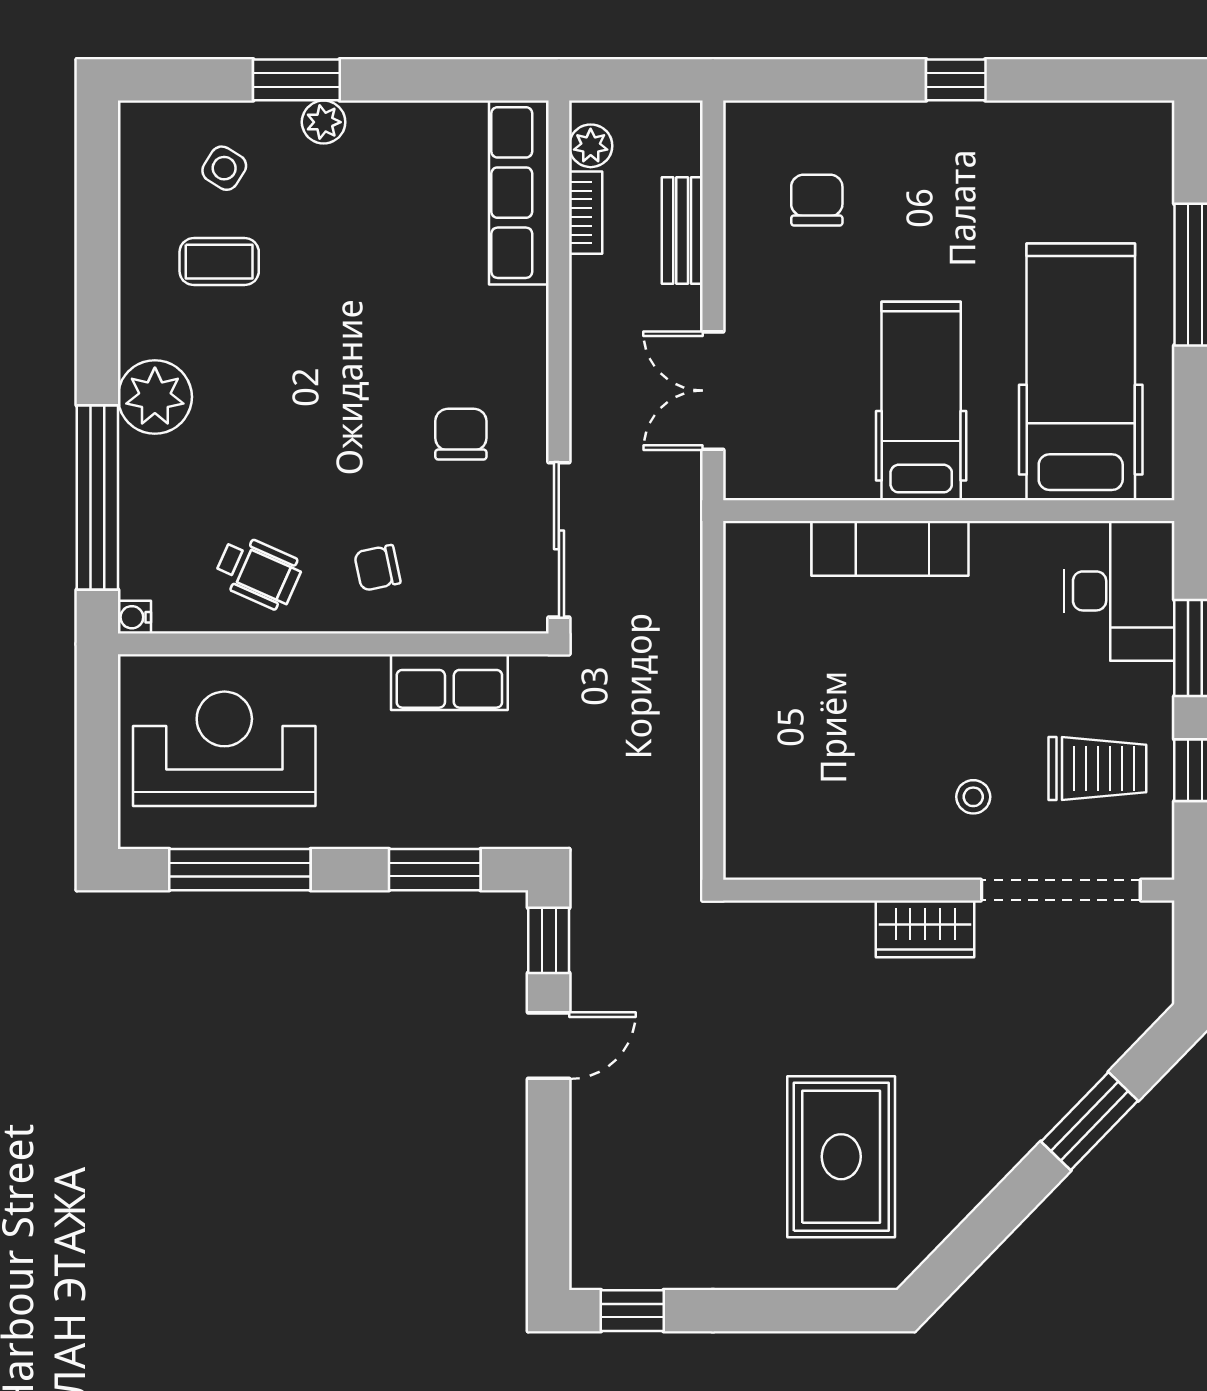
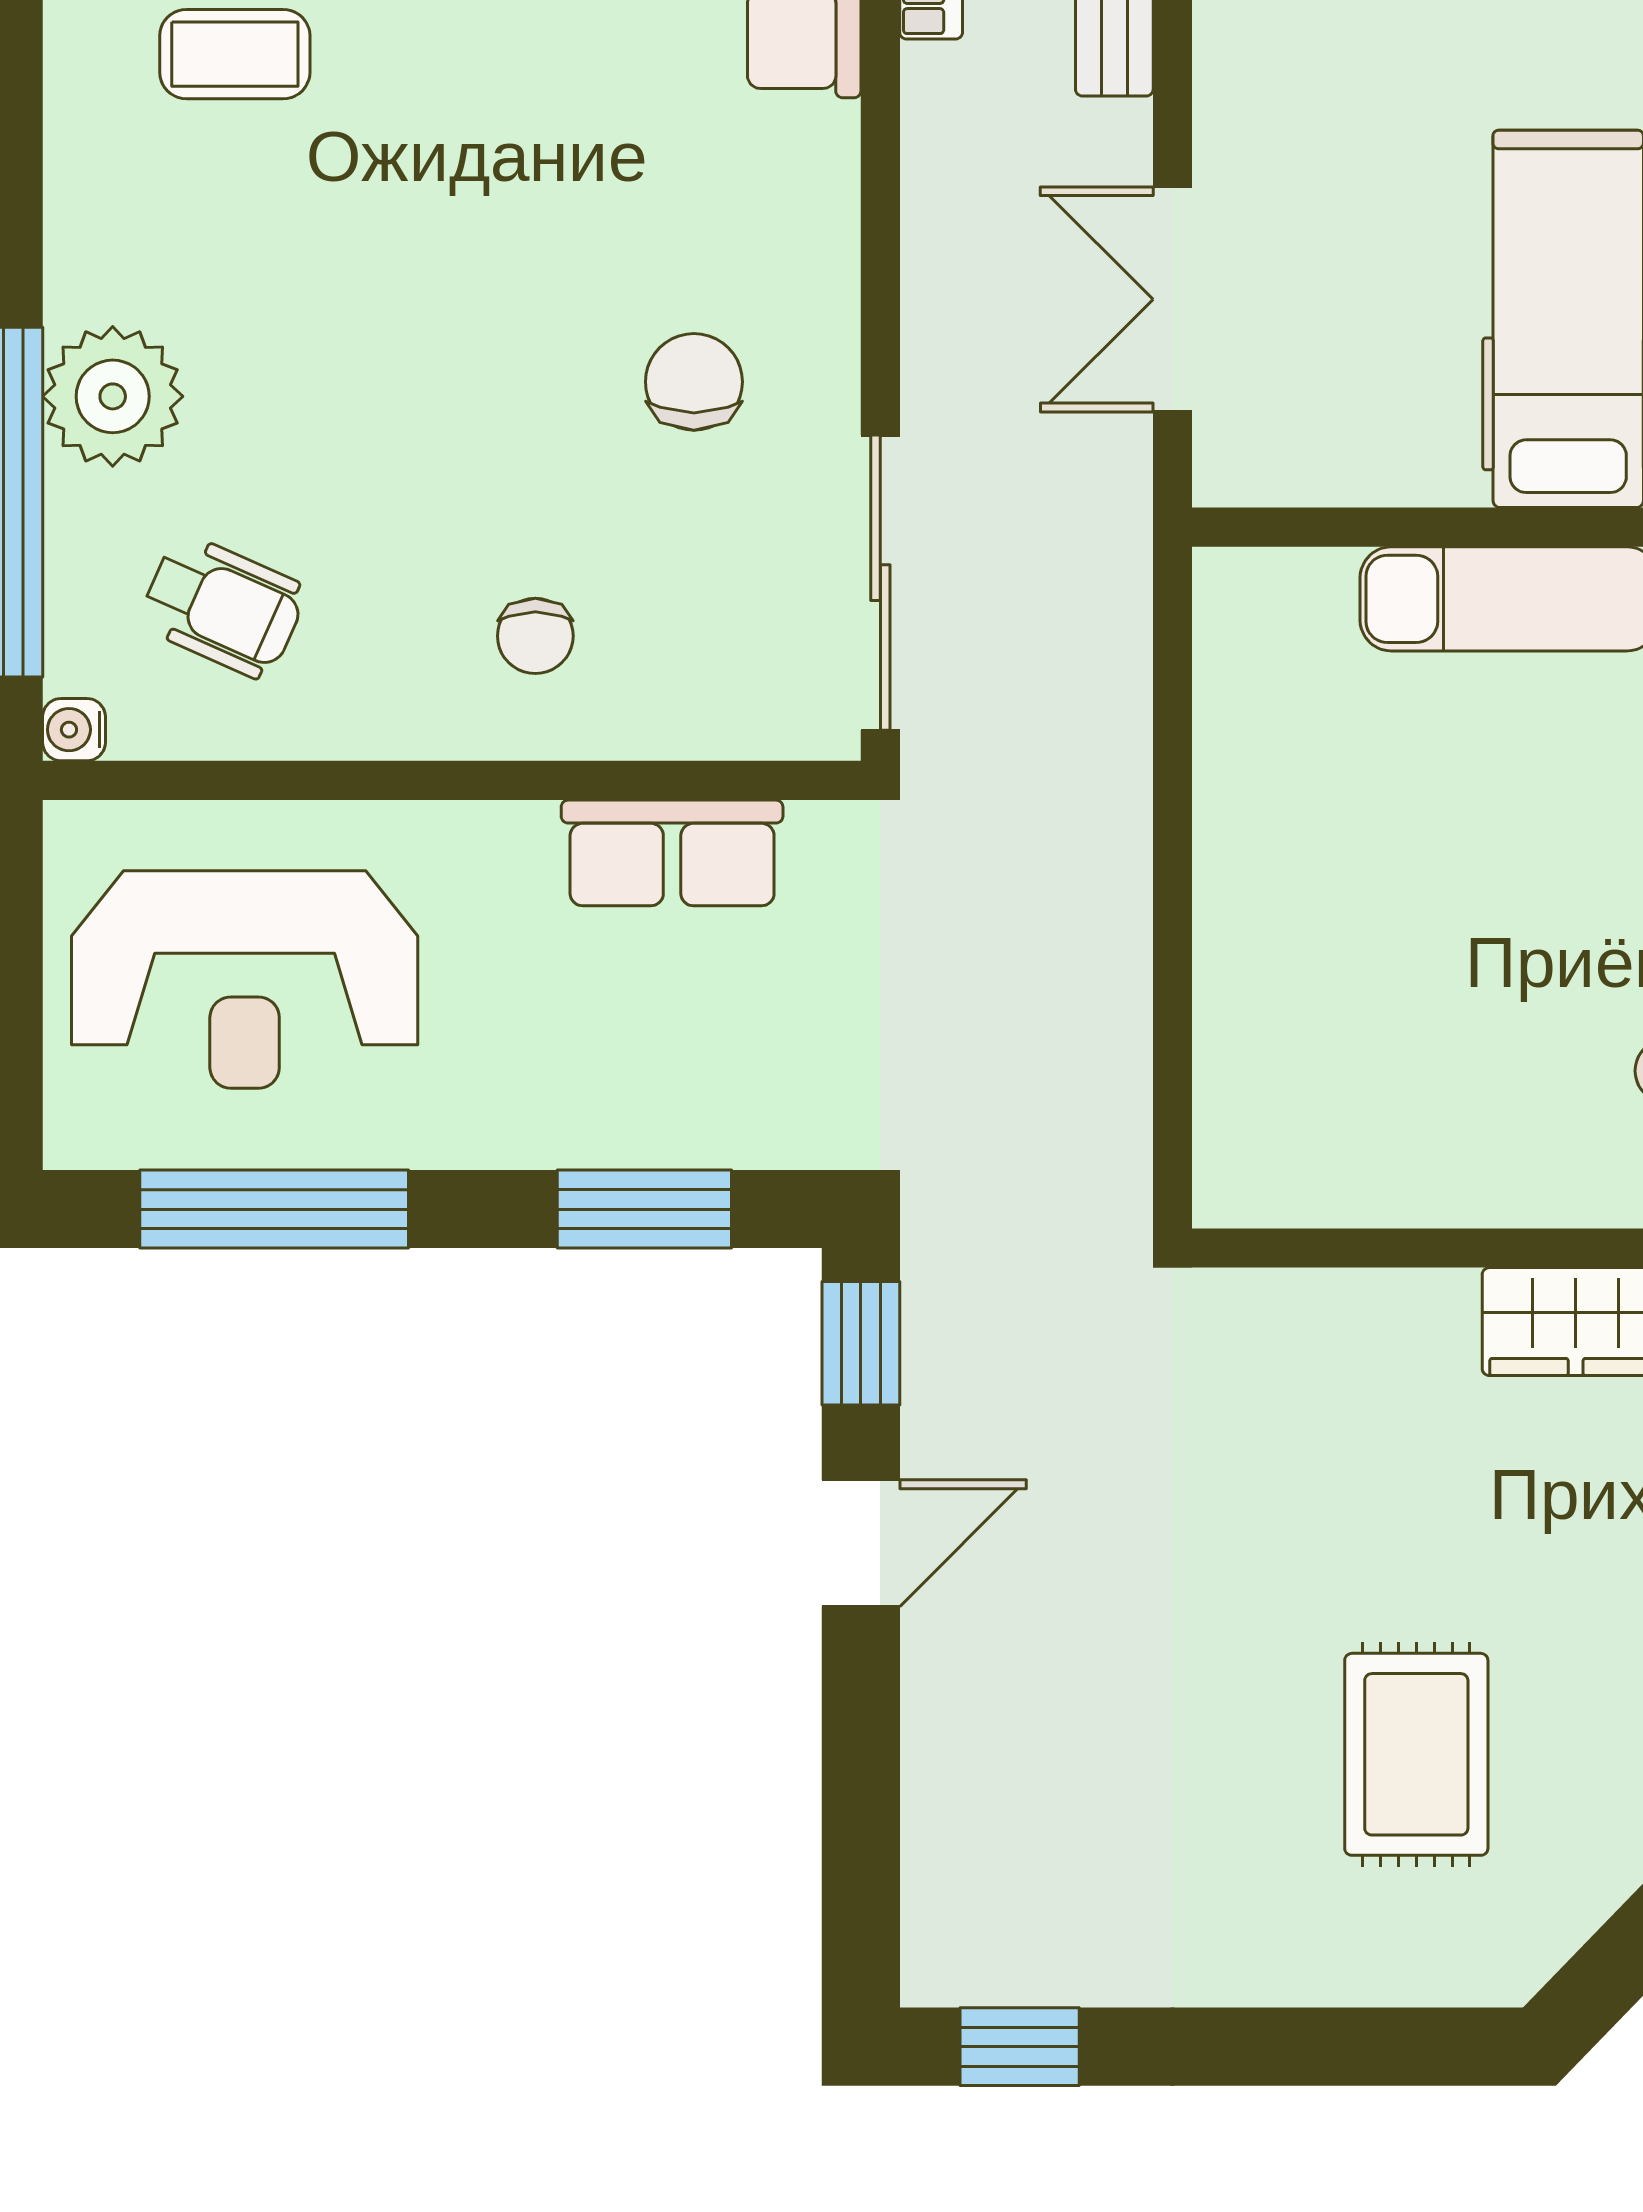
plant: (155, 397) -> (113, 396), moved
chair: (377, 568) -> (535, 636), turned -78
wheelchair: (258, 572) -> (223, 607), moved
reception desk: (224, 749) -> (245, 979), turned 180
rug: (841, 1157) -> (1416, 1754), width x0.73, depth x0.70

